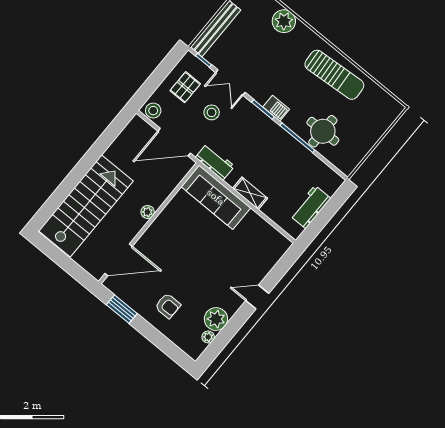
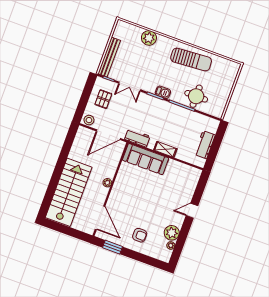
stool: (212, 112) -> (125, 109), removed
door: (119, 260) -> (100, 218), hinge flipped

